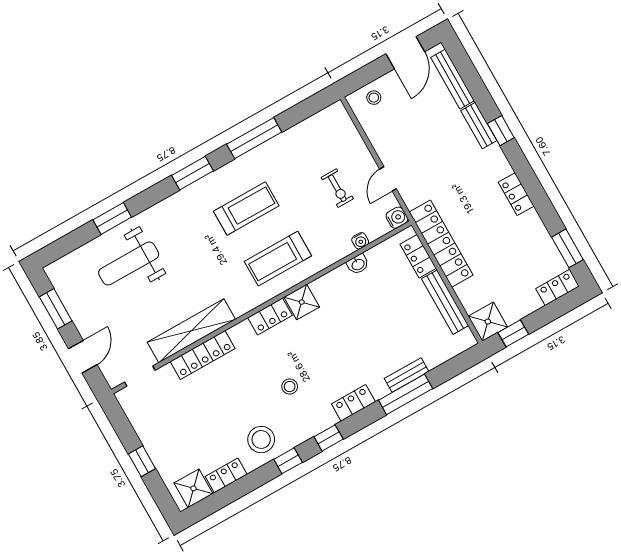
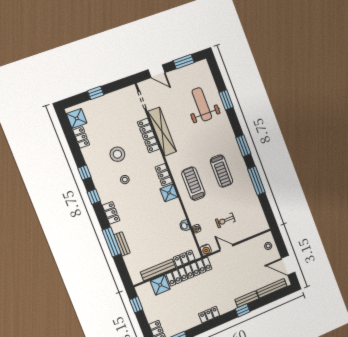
shower: (488, 322) -> (160, 285), moved
stool: (261, 440) -> (117, 154), moved

